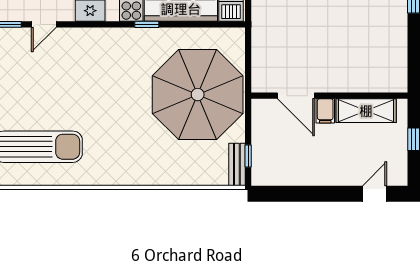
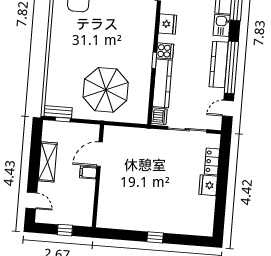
parasol: (198, 95) -> (106, 90), width x0.73, depth x0.73
shelving: (366, 111) -> (48, 162), moved

